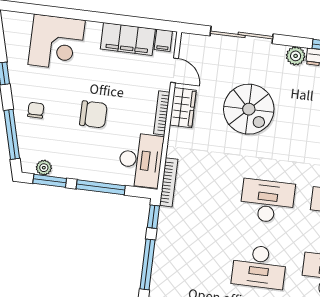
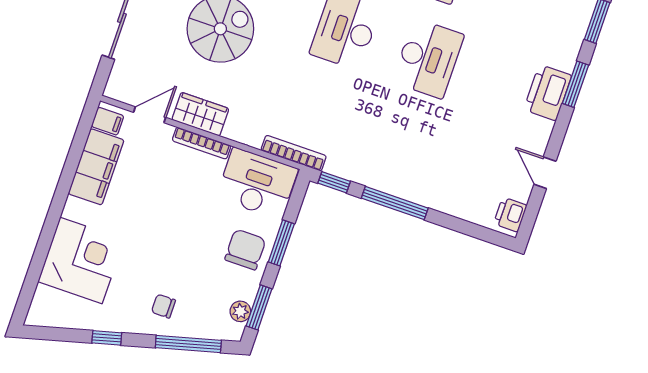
chair: (93, 114) -> (245, 250), moved
window: (101, 187) -> (281, 243), width x0.69

